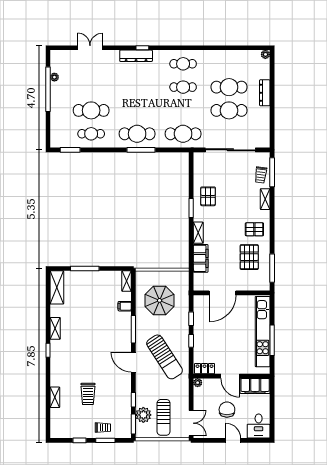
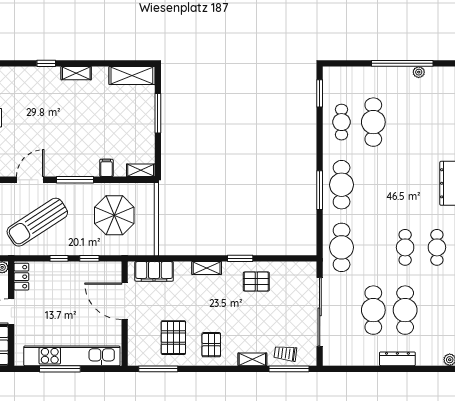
pallet: (249, 257) -> (173, 338), turned 90
filing cabinet: (201, 258) -> (154, 271), moved

